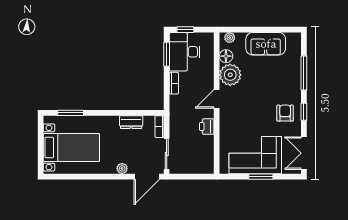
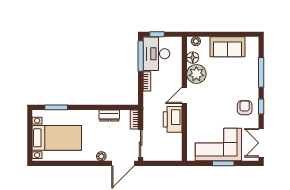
window: (167, 54) -> (141, 56), width x1.44
printer: (207, 126) -> (173, 119), width x1.87, depth x1.48

